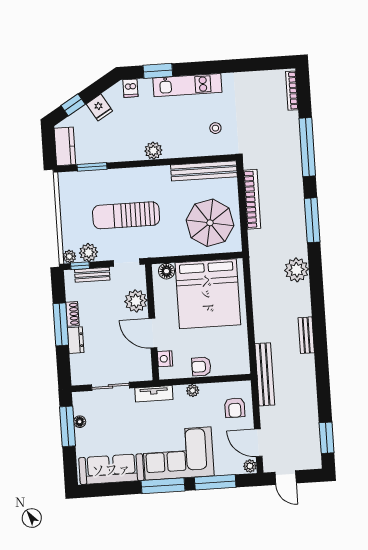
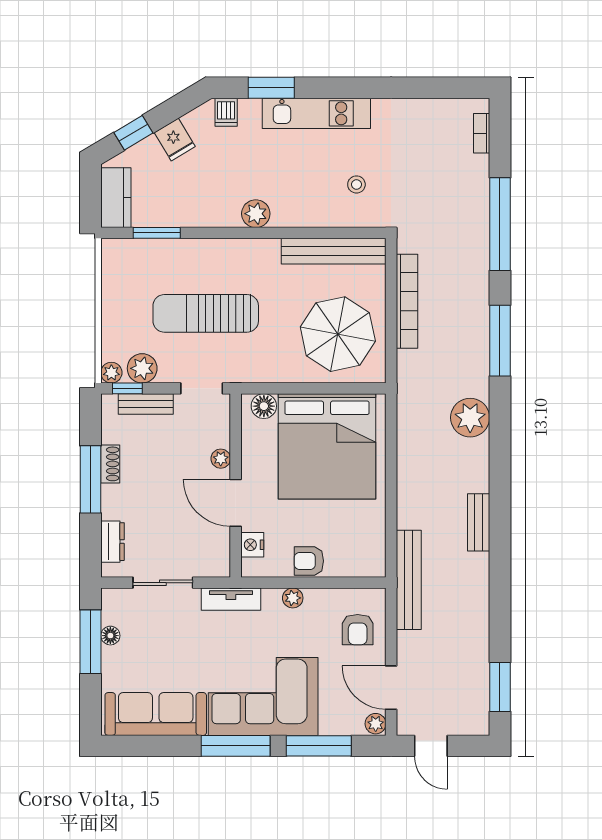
bookcase: (292, 91) -> (482, 133), width x0.64
plant: (136, 301) -> (221, 459), width x0.53, depth x0.53
dresser: (76, 340) -> (113, 542), moved

